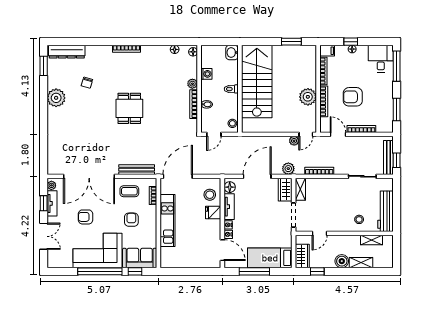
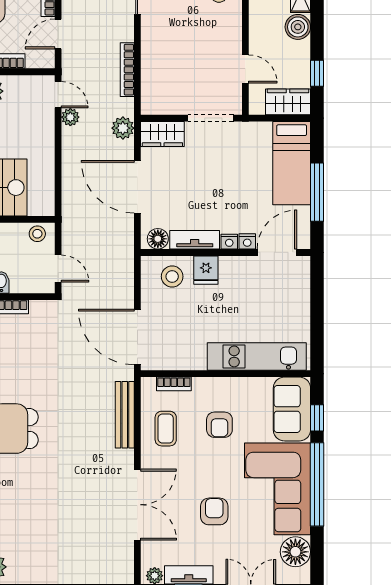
double door: (89, 176) -> (137, 505), width x0.73
shelving: (300, 189) -> (162, 105), removed
armchair: (85, 217) -> (214, 511), turned 180
armchair: (131, 220) -> (219, 425), turned -90
kitchen unit: (167, 220) -> (257, 356), moved
floor lamp: (64, 260) -> (295, 552), added

